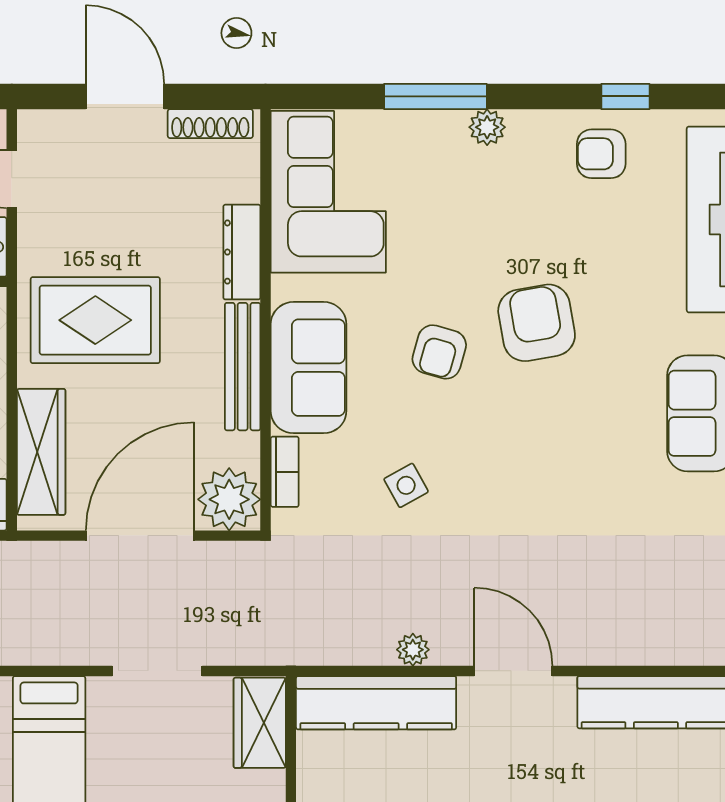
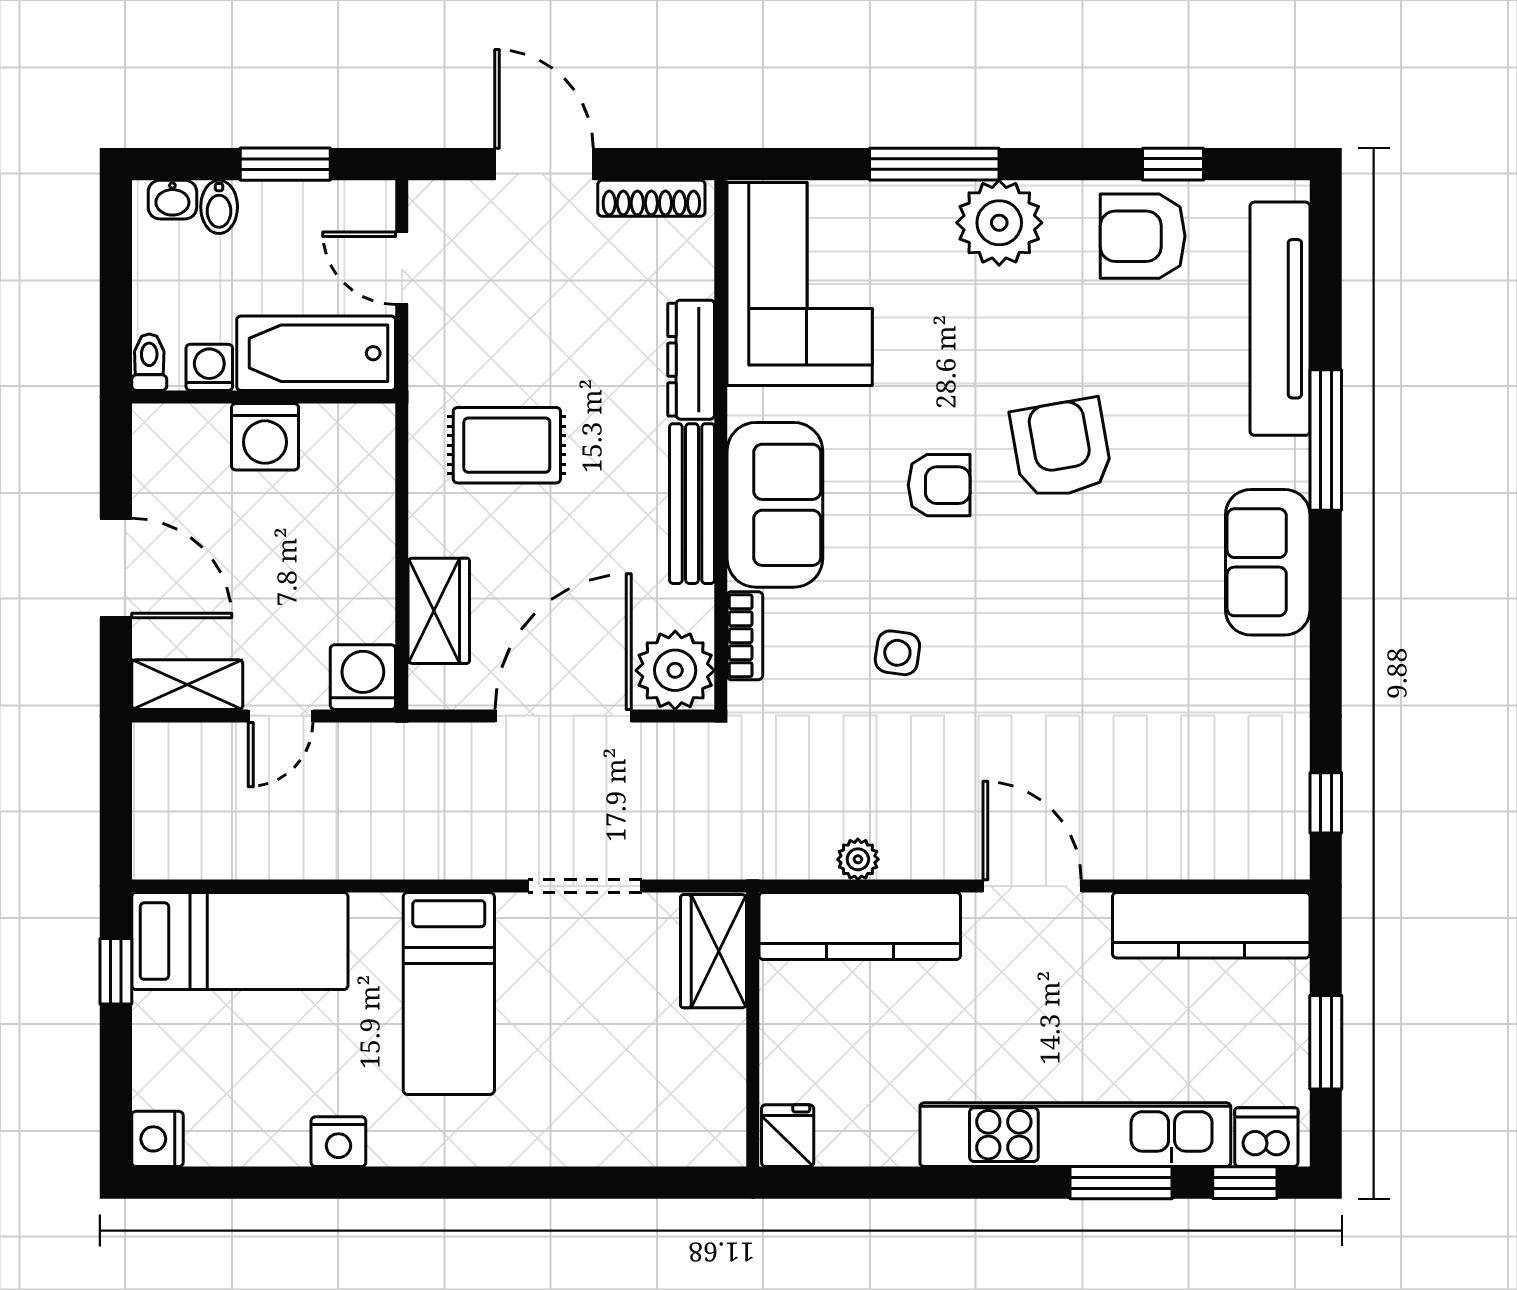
plant: (487, 127) -> (999, 223), width x1.88, depth x1.88
armchair: (601, 154) -> (1143, 236), width x1.38, depth x1.38
rug: (95, 320) -> (507, 445), width x0.73, depth x0.70
armchair: (439, 352) -> (939, 485), turned -106
wardrobe: (41, 452) -> (439, 611), width x0.67
side table: (406, 485) -> (897, 653), turned 37
plant: (413, 650) -> (858, 859), moved

